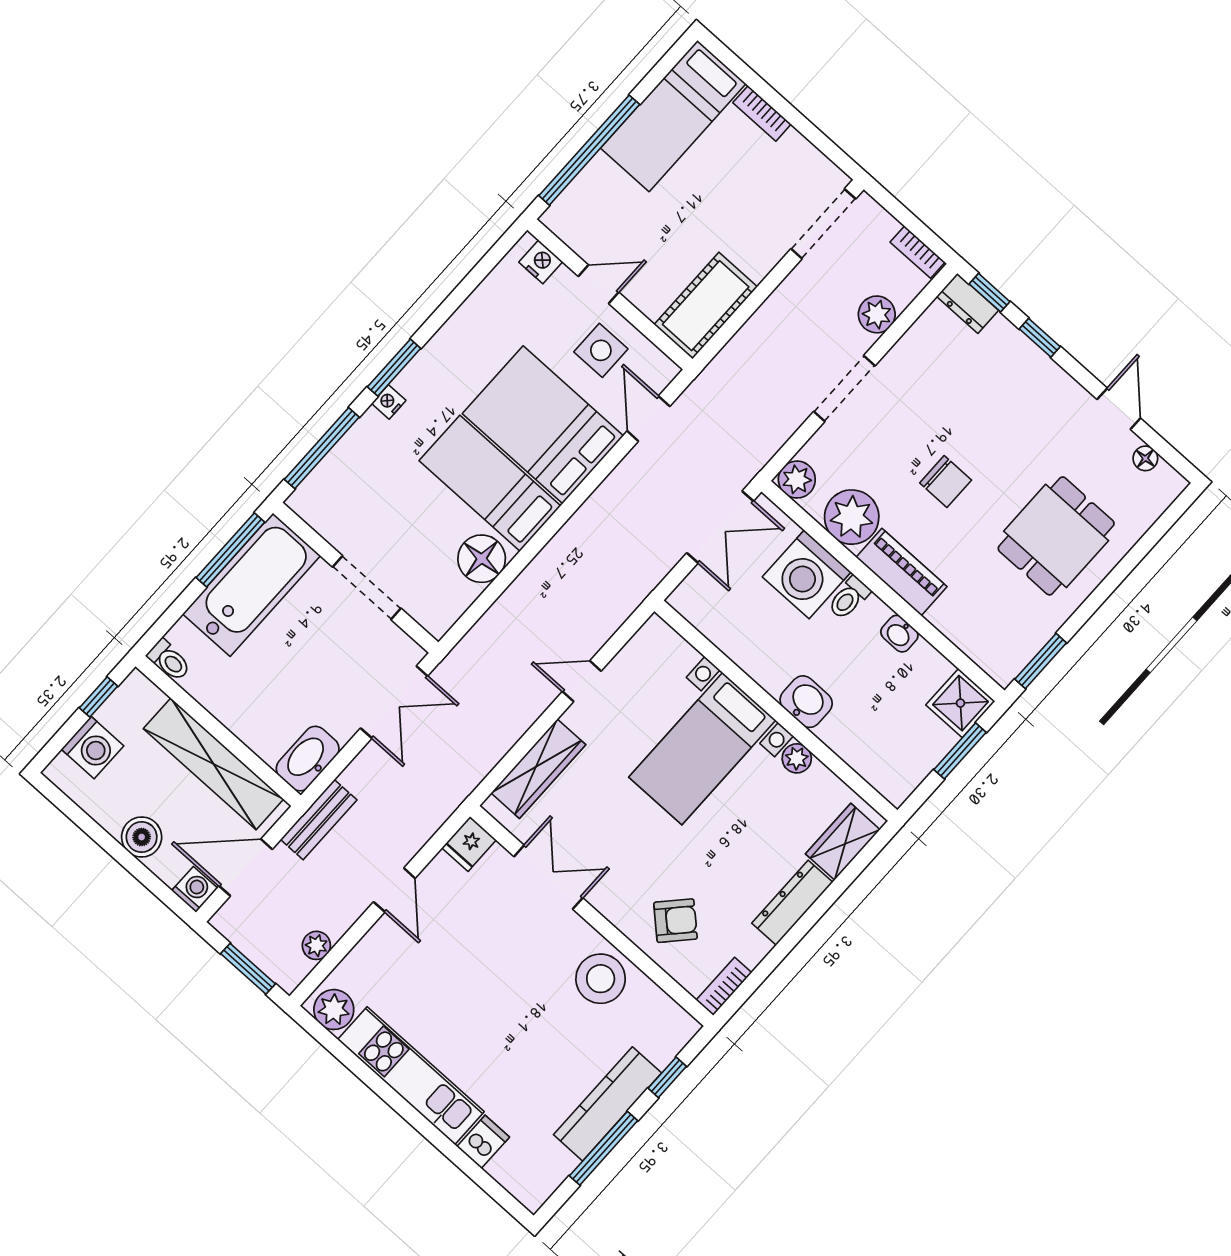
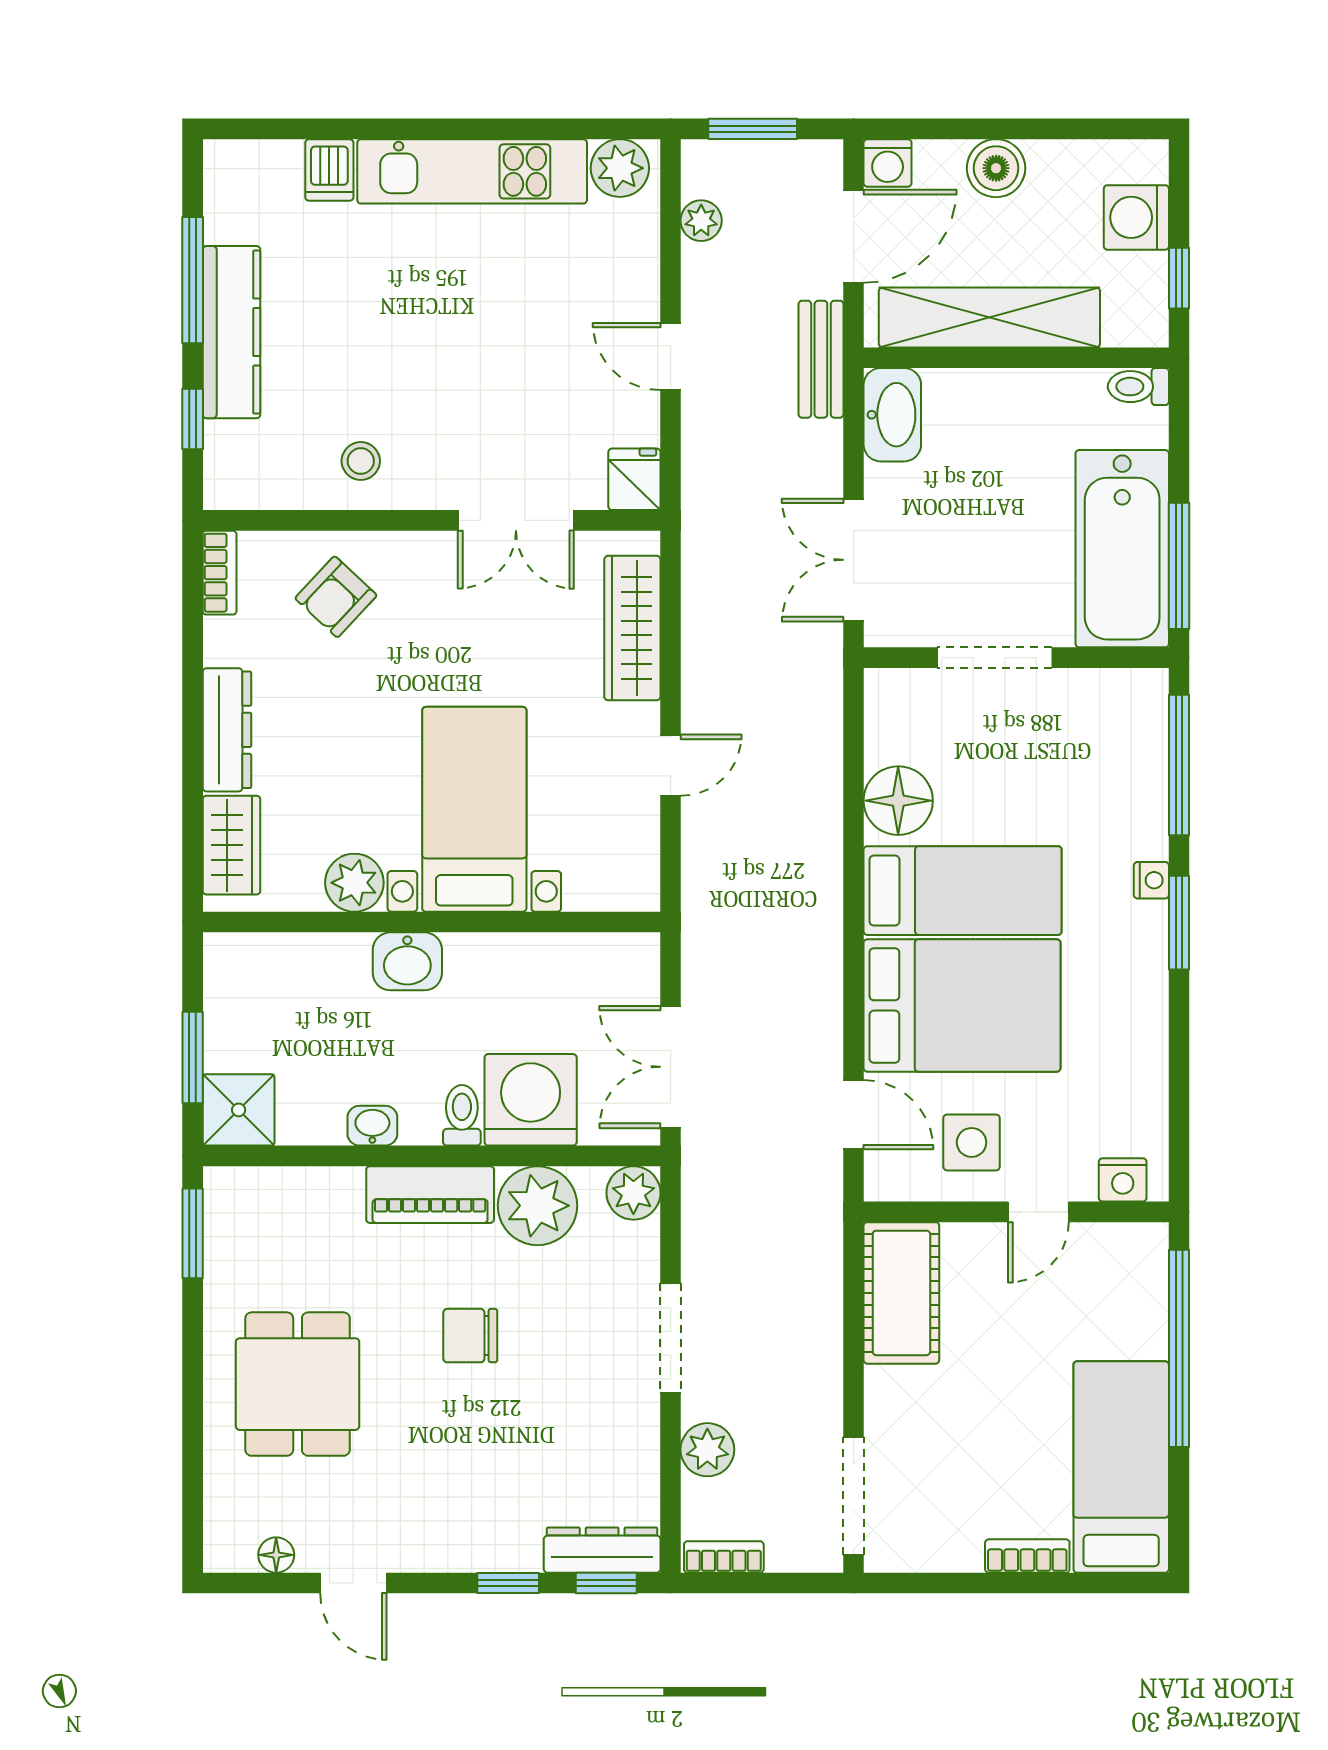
dresser: (968, 303) -> (602, 1550), width x1.44
plant: (797, 758) -> (354, 883), width x1.38, depth x1.38
stool: (601, 979) -> (361, 461), width x0.53, depth x0.53

